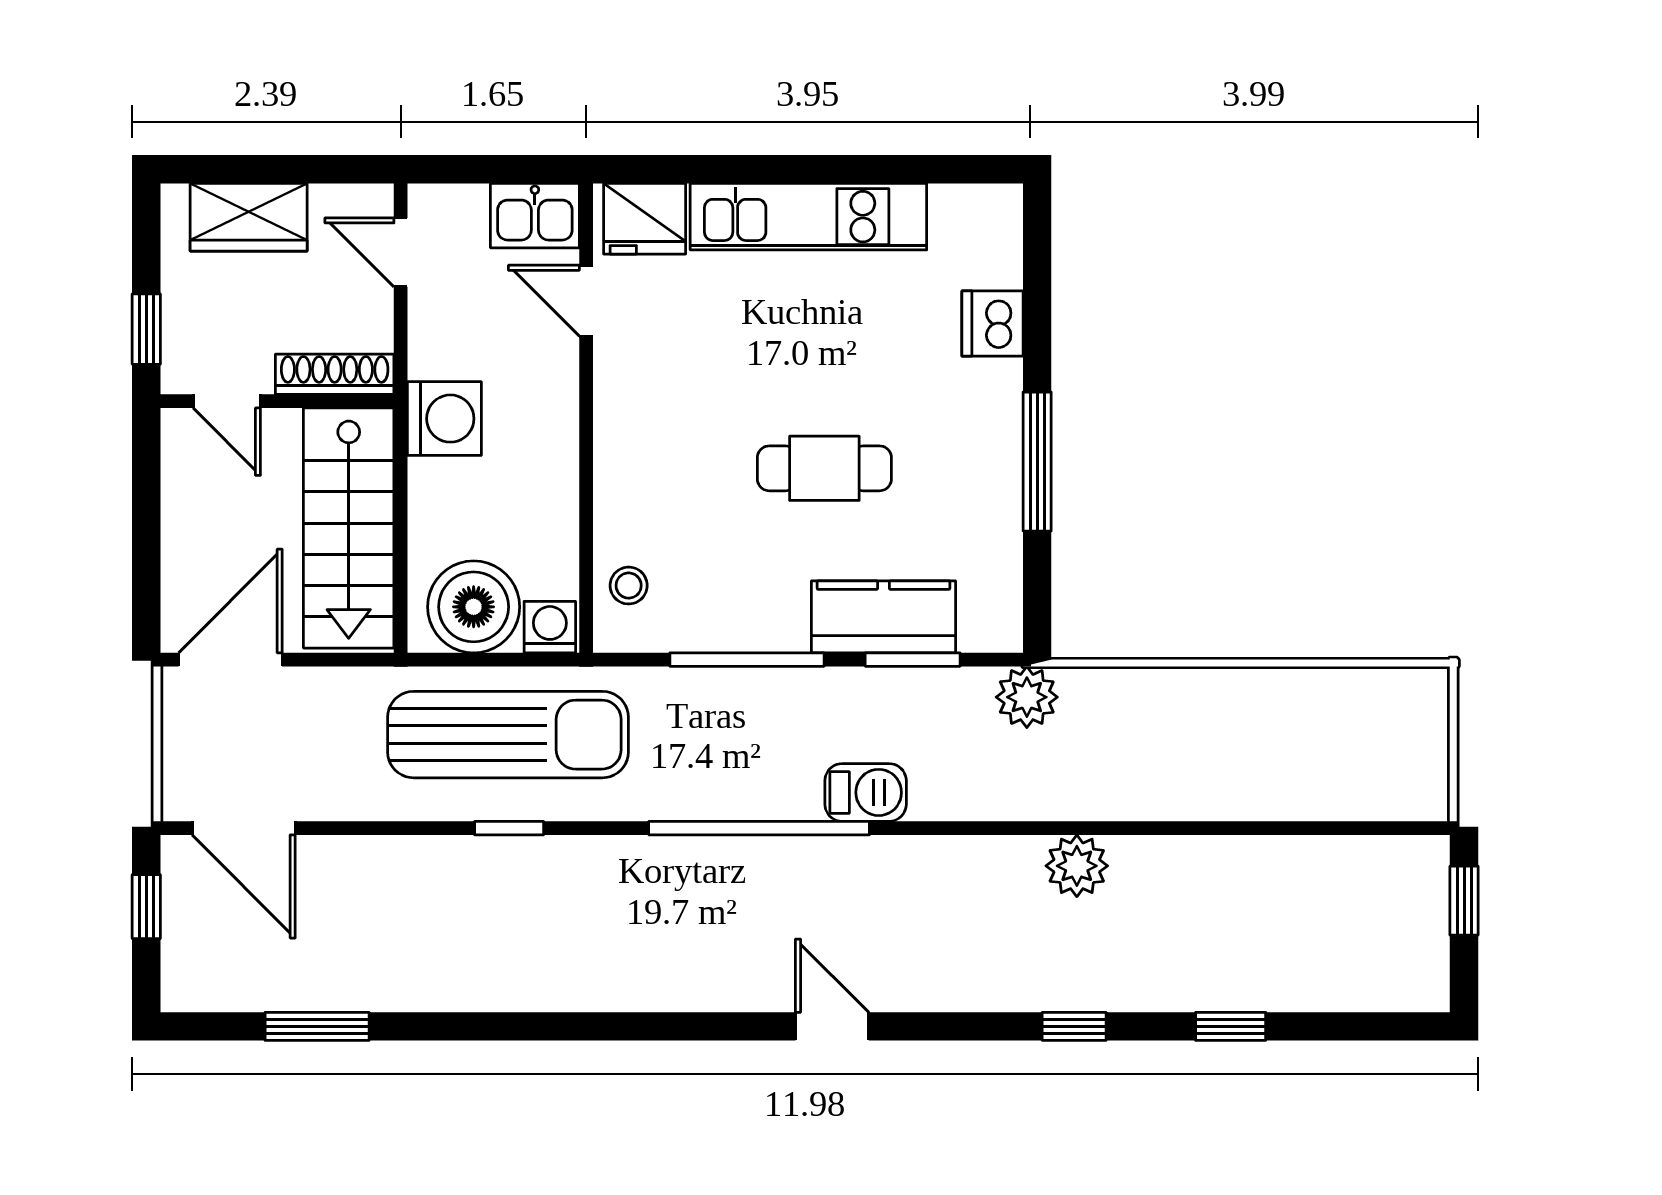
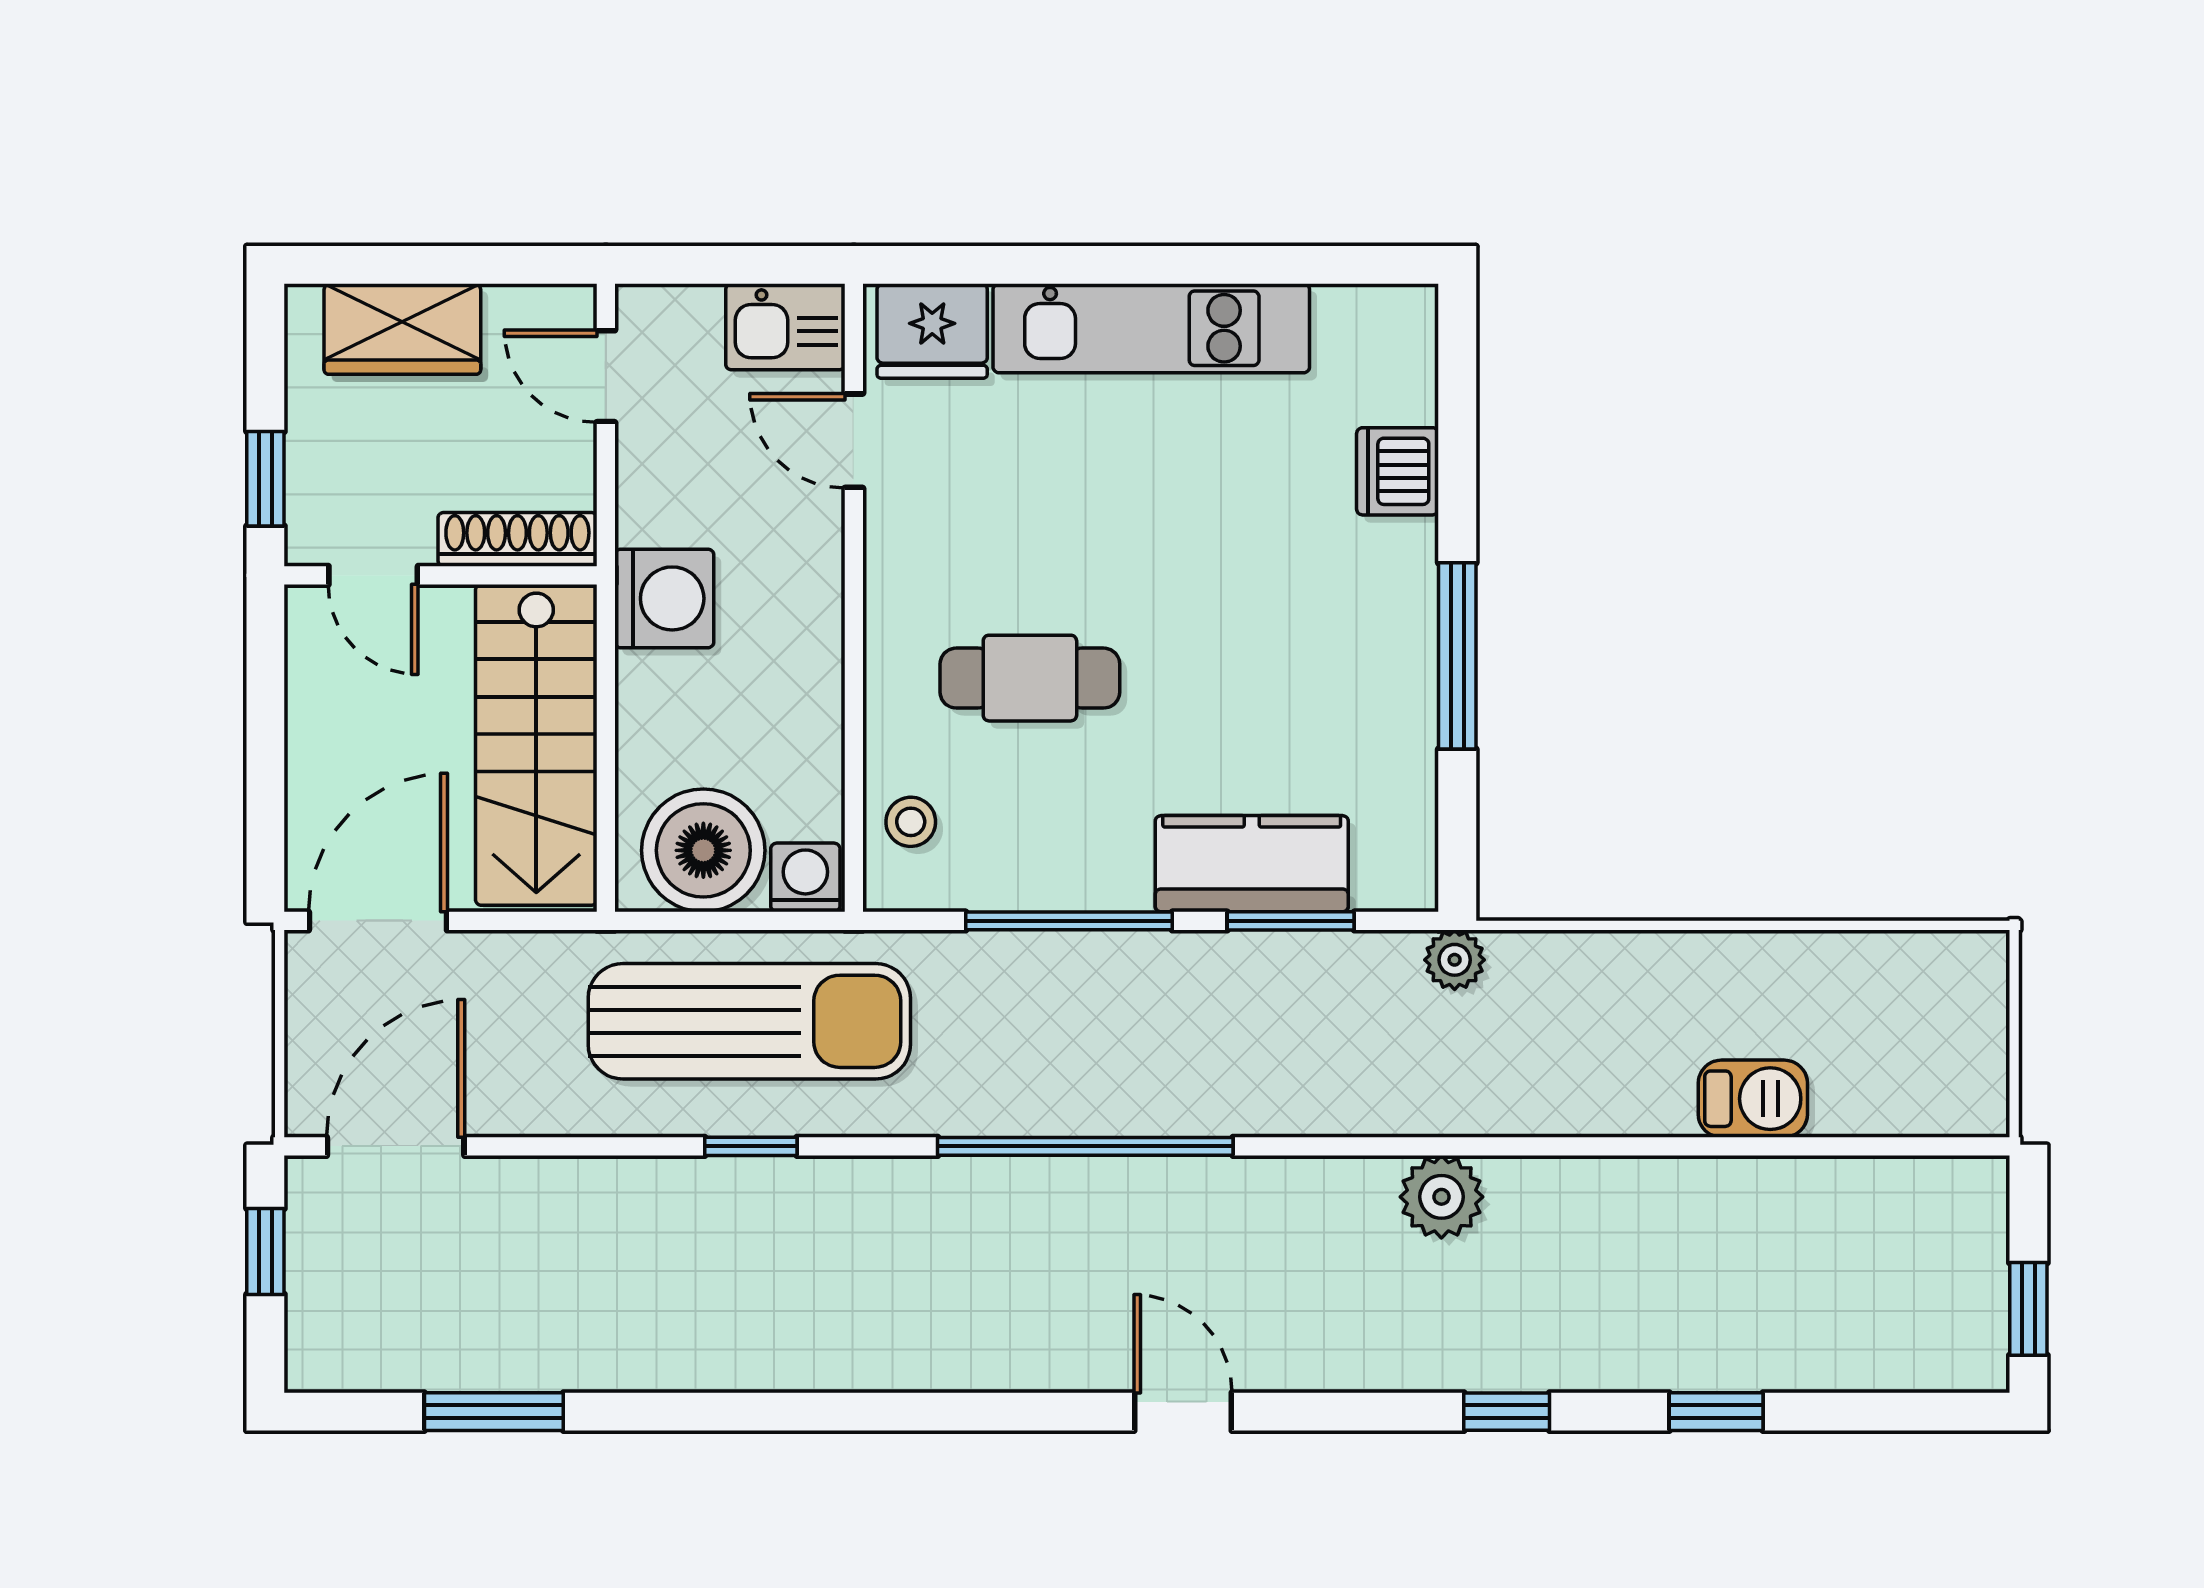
cafe table: (824, 468) -> (1030, 678), moved
plant: (1027, 697) -> (1455, 960), width x0.73, depth x0.73
barbecue: (866, 792) -> (1753, 1099), moved
door: (244, 828) -> (396, 1146), swing flipped
plant: (1077, 866) -> (1441, 1197), moved
window: (1464, 901) -> (2028, 1309), moved

